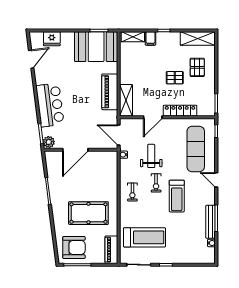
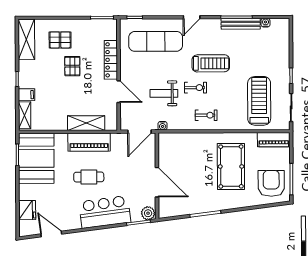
cafe table: (80, 91) -> (89, 177), added
shelving: (126, 100) -> (86, 123), moved

